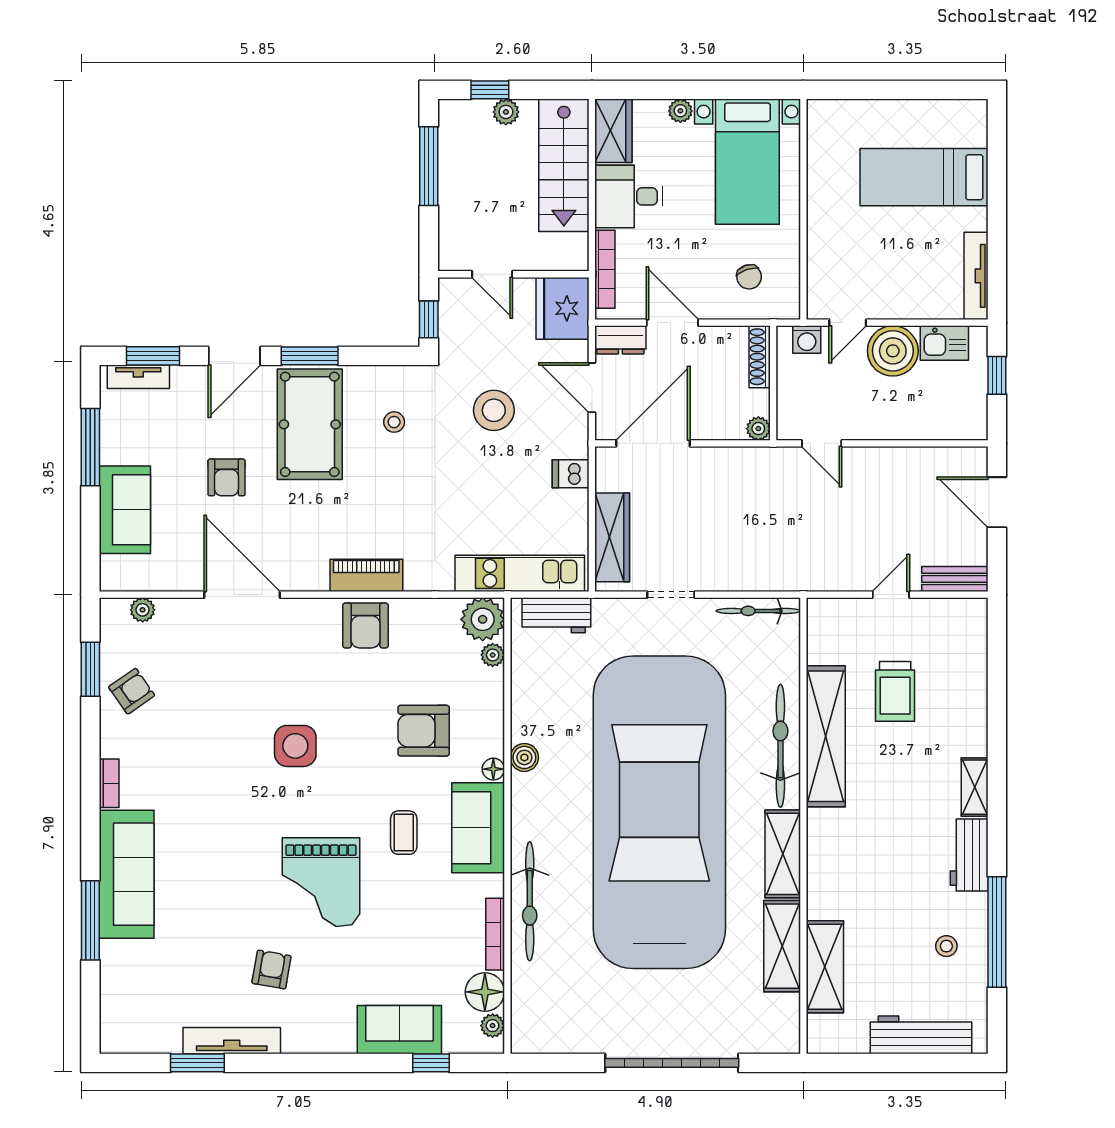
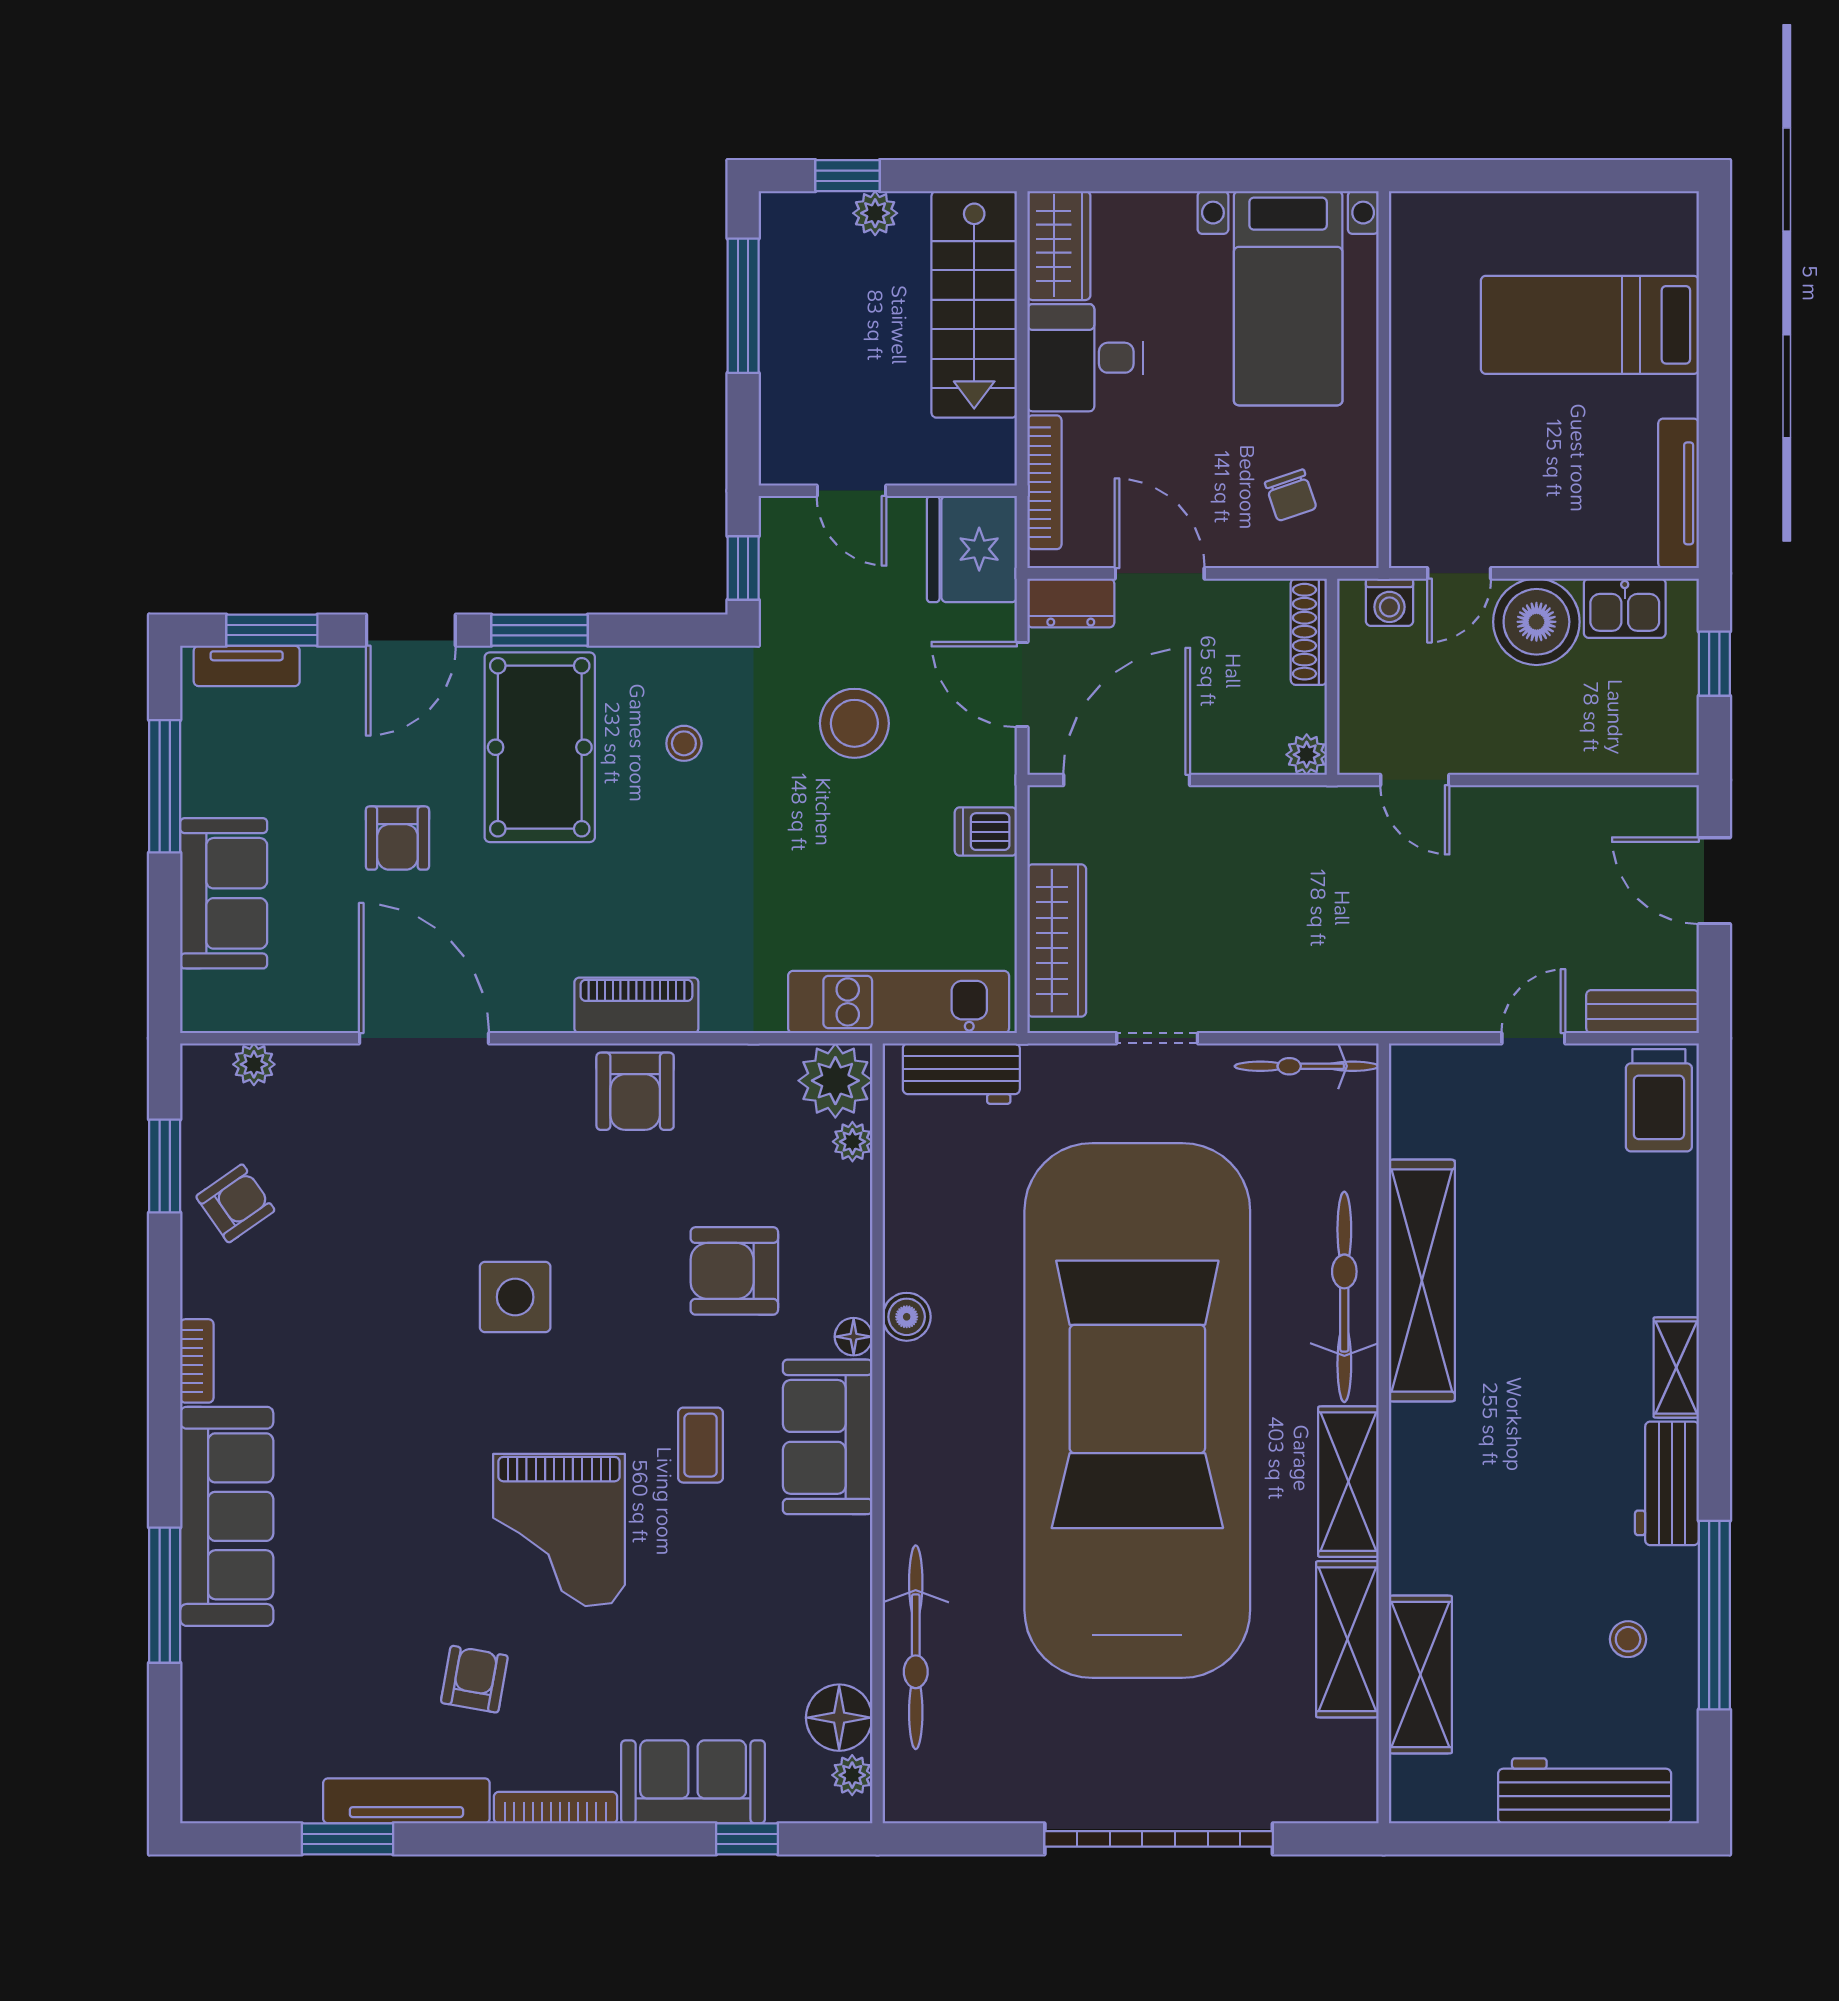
plant: (680, 111) -> (1173, 211), removed
trolley: (895, 691) -> (1659, 1100), moved
bicycle: (530, 901) -> (916, 1647), moved
bookcase: (495, 934) -> (555, 1808), moved, turned 90

